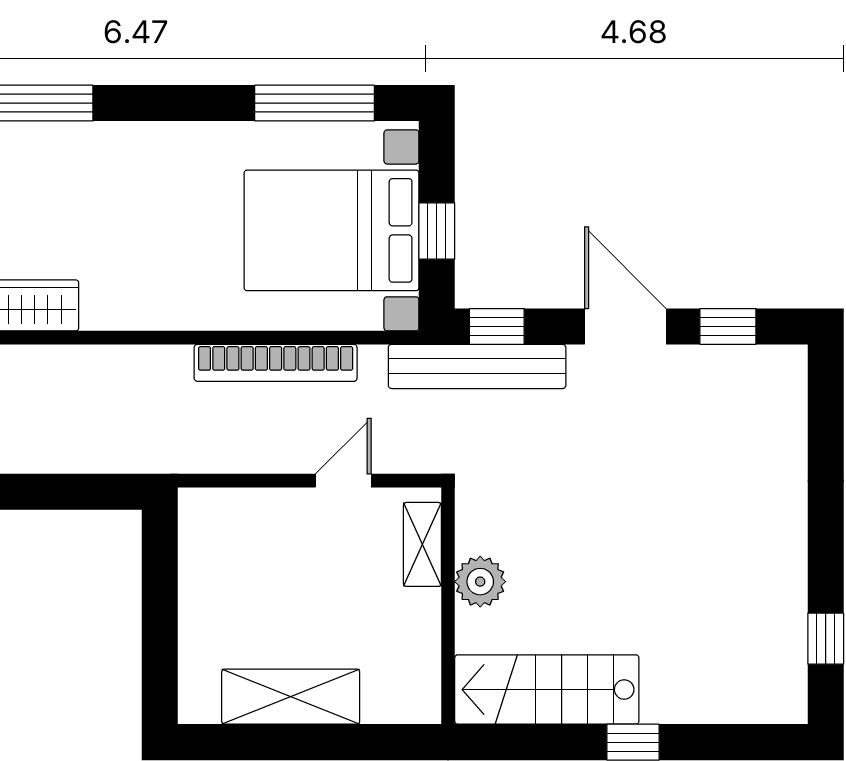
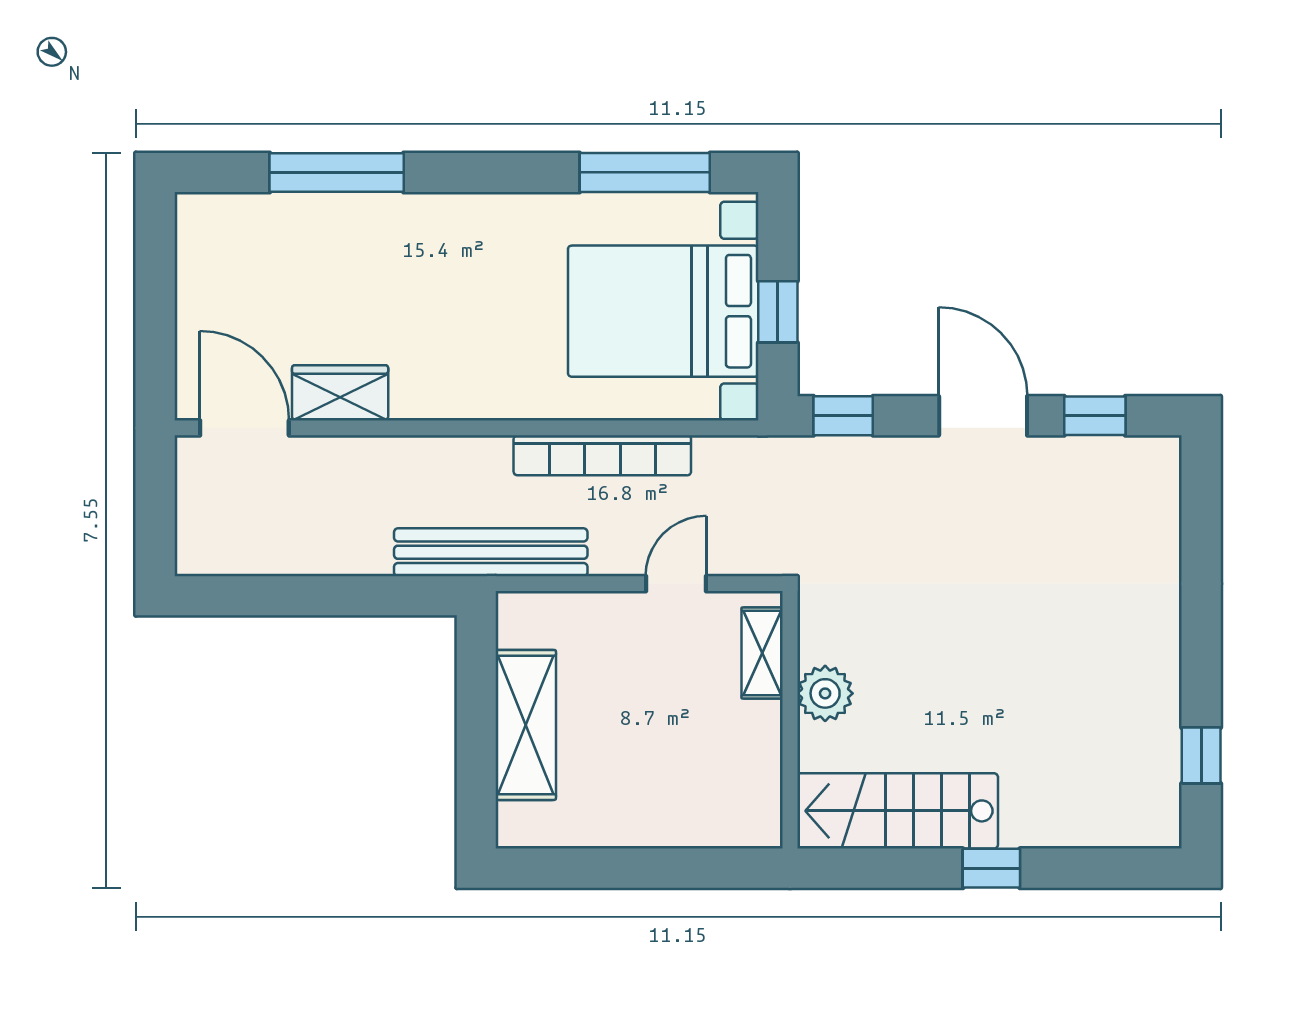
bench: (477, 366) -> (491, 552), moved
shelving: (291, 697) -> (526, 725), moved, turned 90

